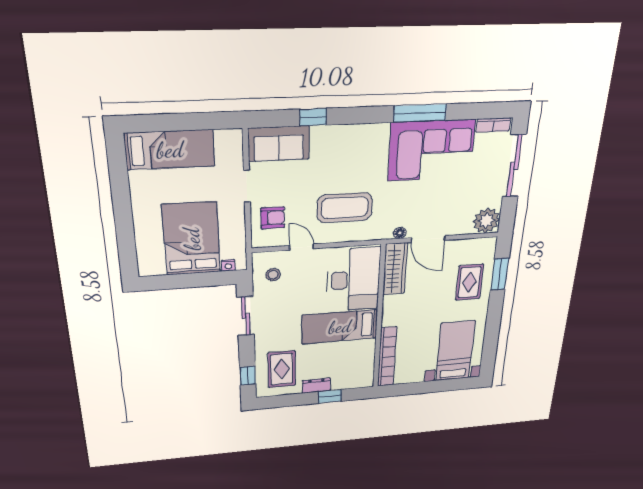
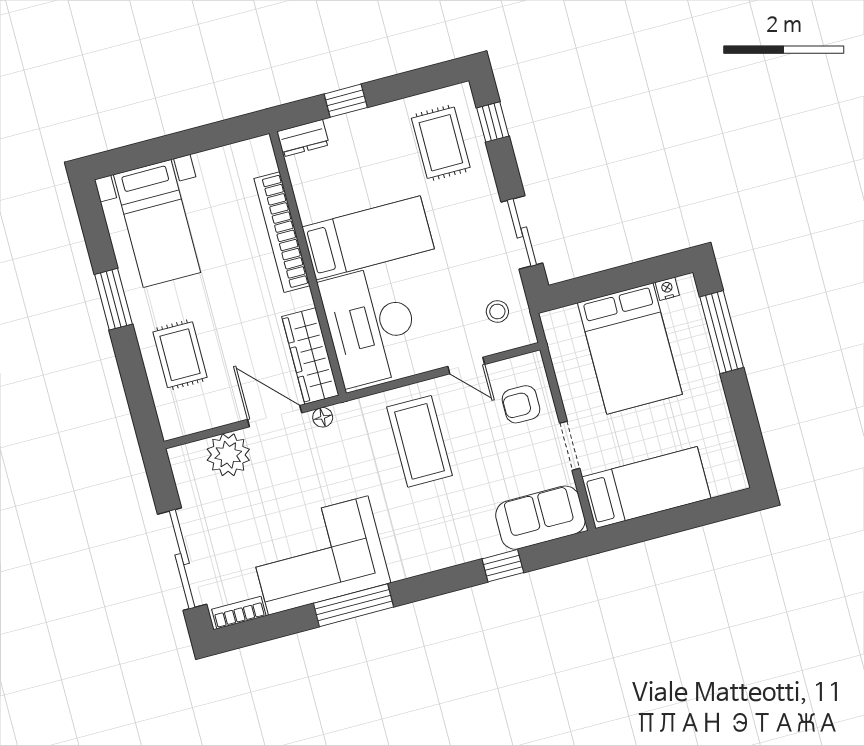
bed: (170, 150) -> (646, 488), moved, turned 180
coffee table: (345, 208) -> (420, 441), turned 90
plant: (486, 221) -> (228, 455), moved
window: (126, 238) -> (722, 332), added
nightstand: (228, 265) -> (667, 289), moved
window: (500, 274) -> (113, 299), moved
bookcase: (387, 357) -> (282, 232), moved
dresser: (316, 386) -> (303, 138), moved

